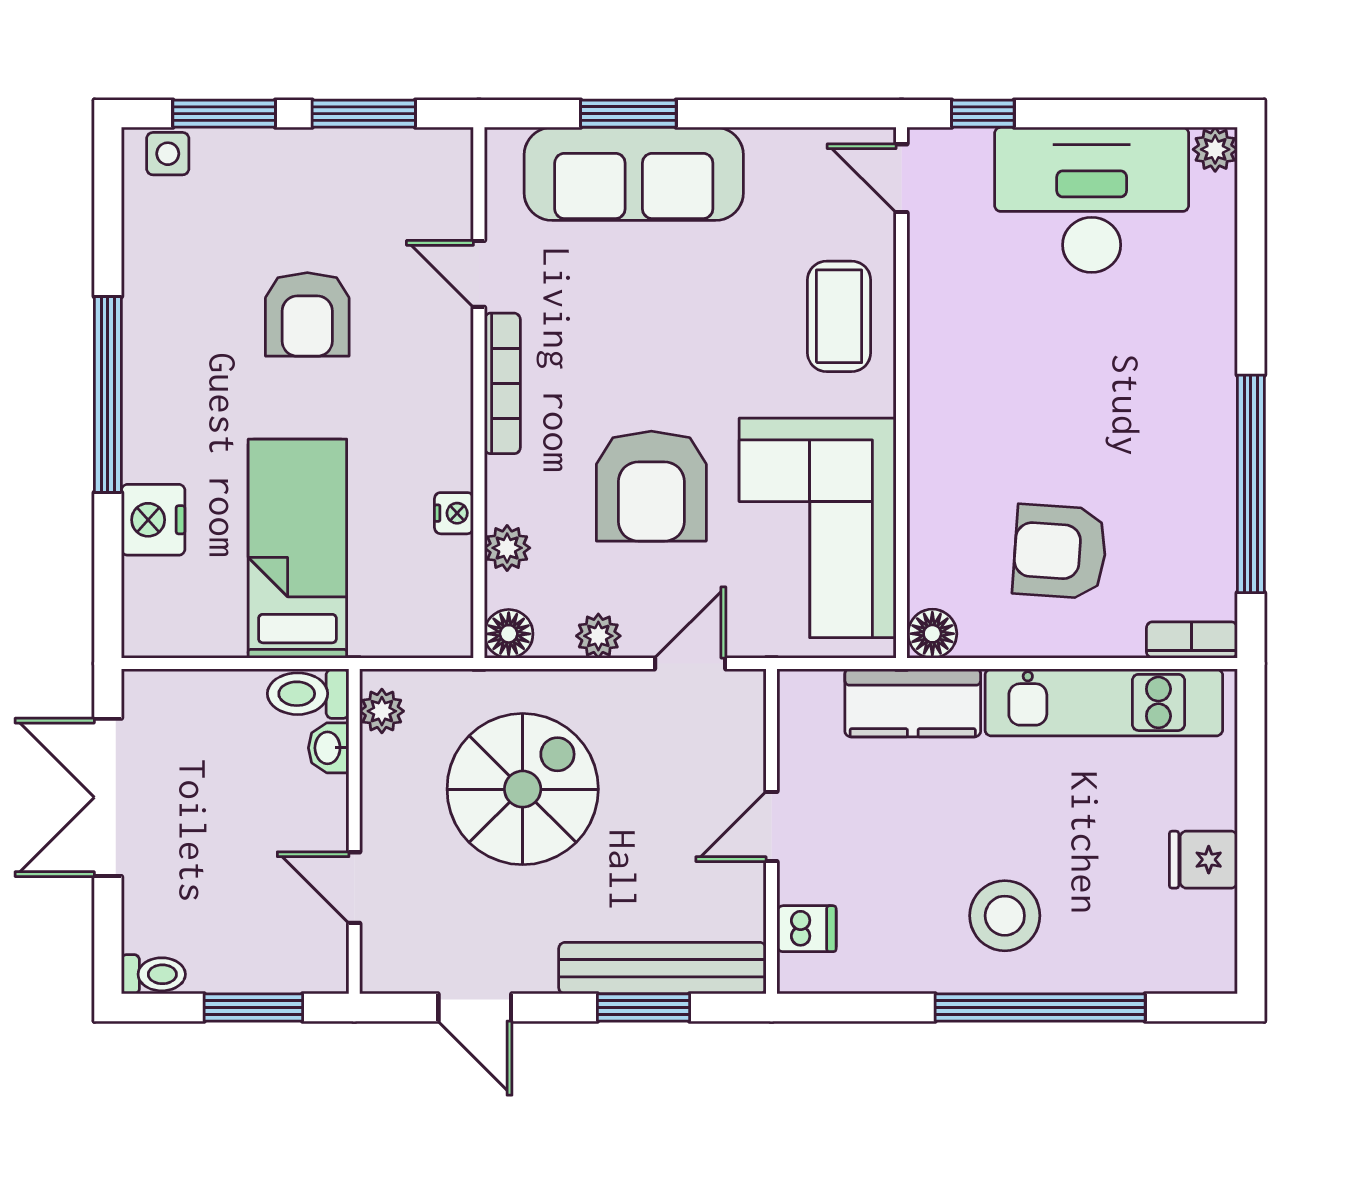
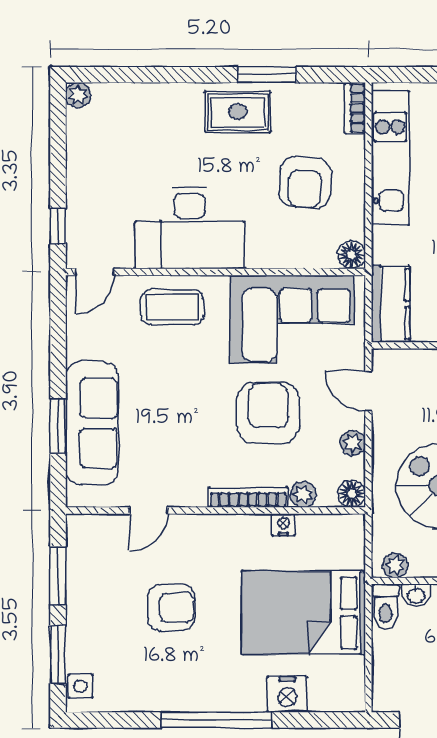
desk: (1092, 200) -> (190, 228), moved, turned -90
bookcase: (502, 383) -> (248, 497), moved
rug: (1185, 432) -> (238, 112), added
window: (1251, 484) -> (267, 75), width x0.47
armchair: (651, 486) -> (268, 413), turned -90
bed: (297, 549) -> (303, 613), width x1.50
kitchen counter: (913, 703) -> (391, 304), moved

